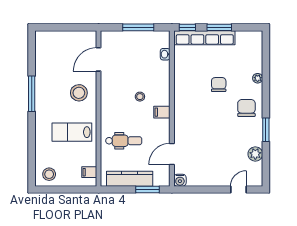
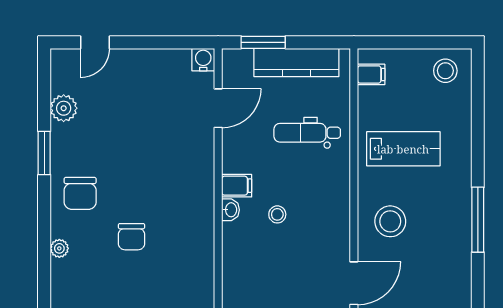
washbasin: (165, 54) -> (231, 210), moved

